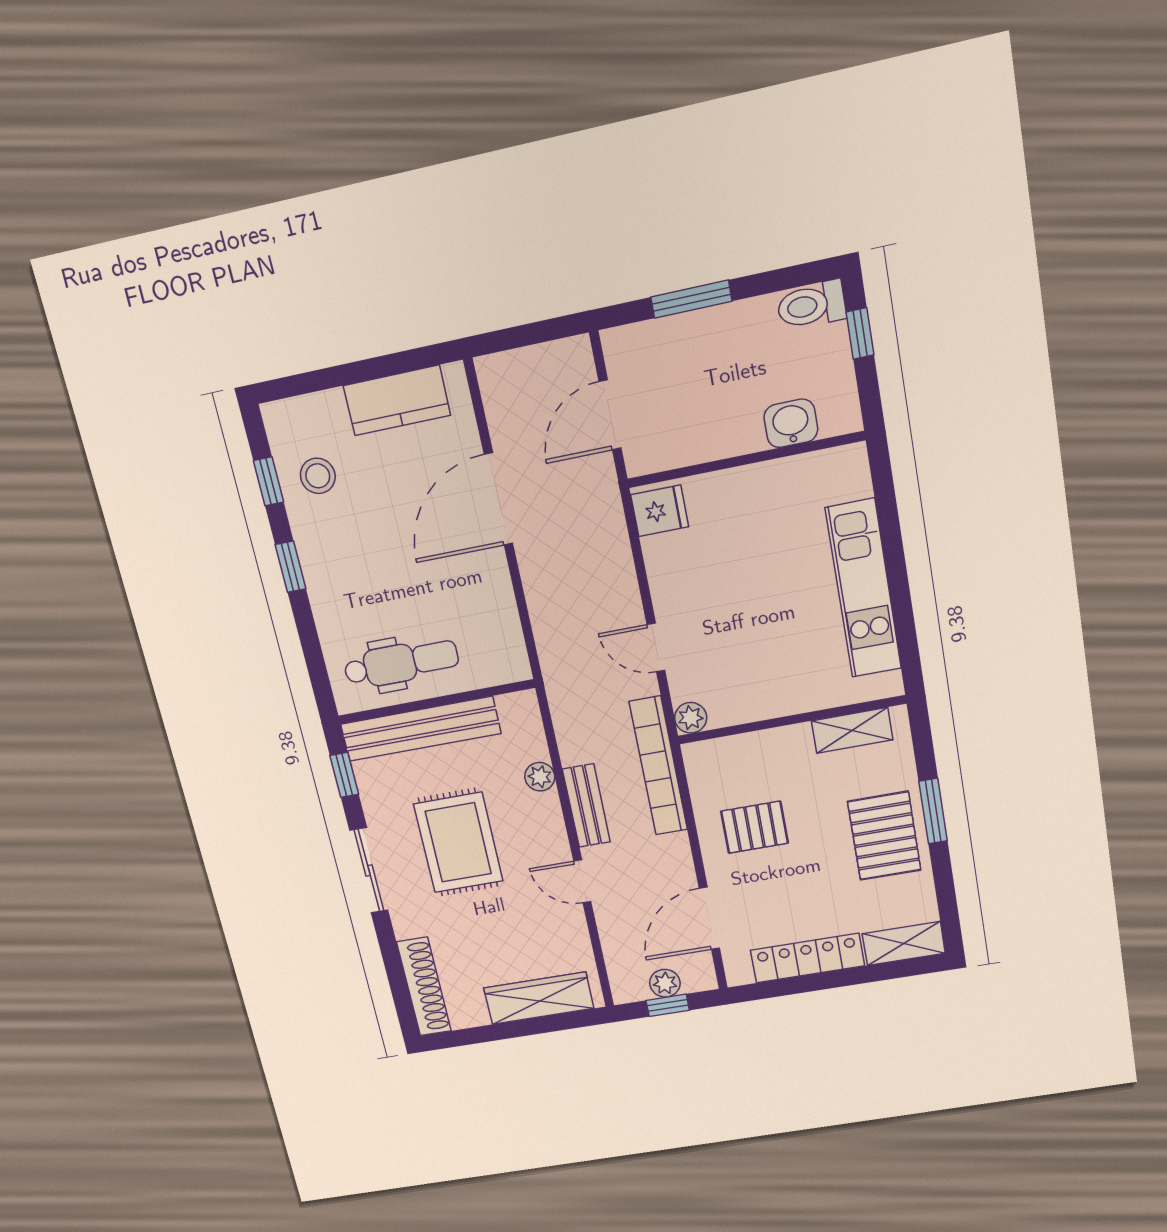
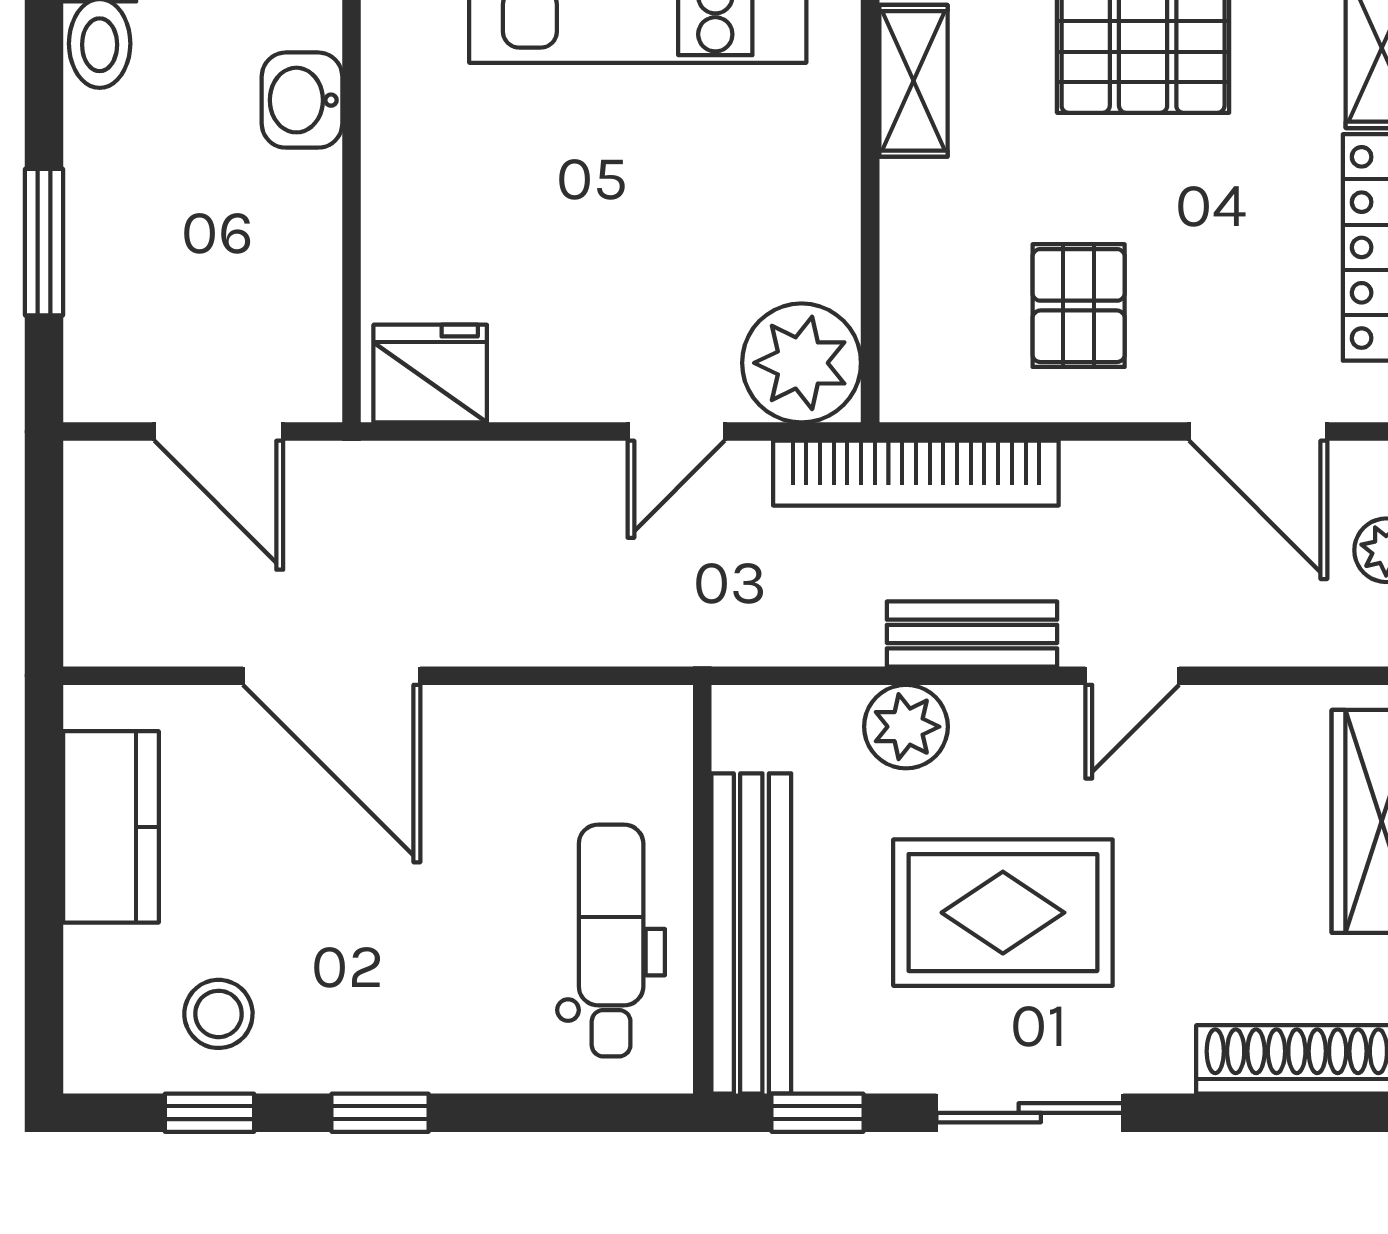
fridge: (660, 511) -> (430, 374), width x1.38
plant: (691, 718) -> (802, 363), width x1.88, depth x1.88
plant: (540, 777) -> (906, 727), width x1.38, depth x1.38

